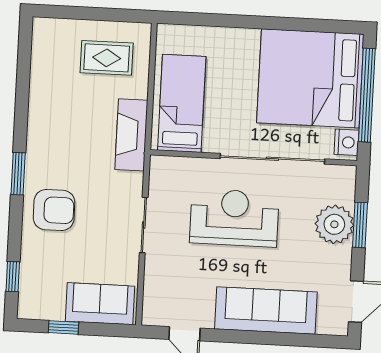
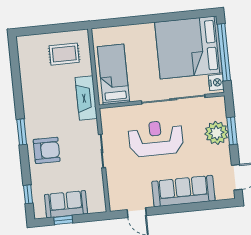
sofa: (100, 304) -> (66, 204), moved

